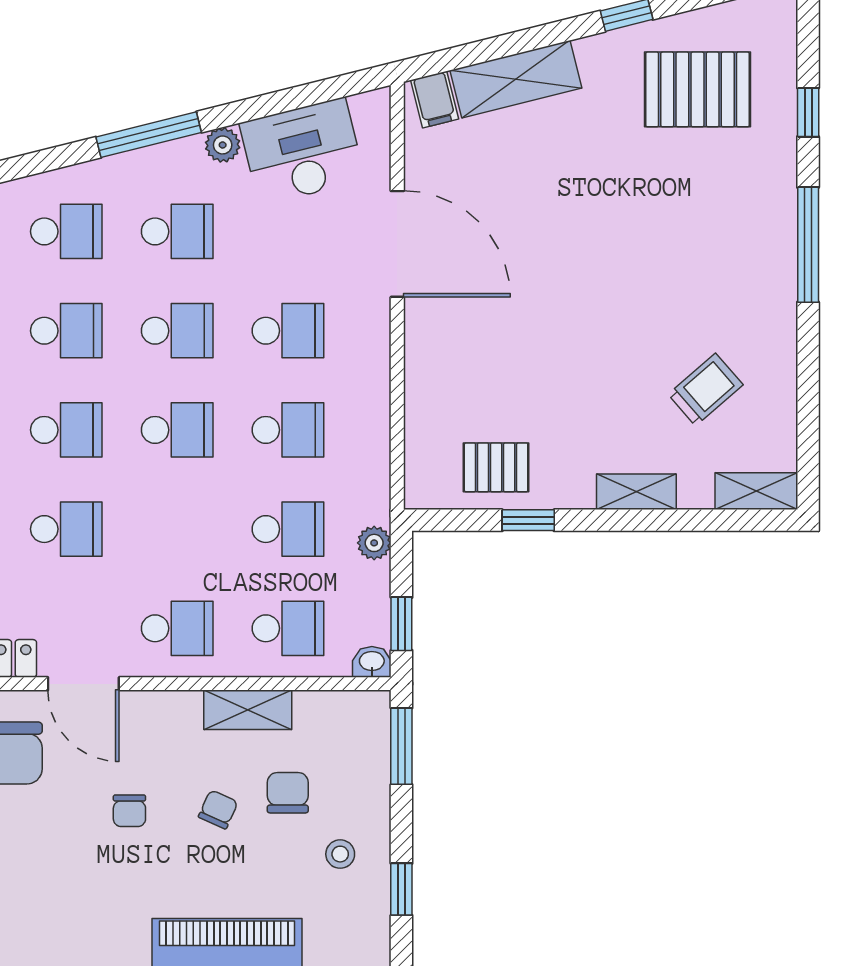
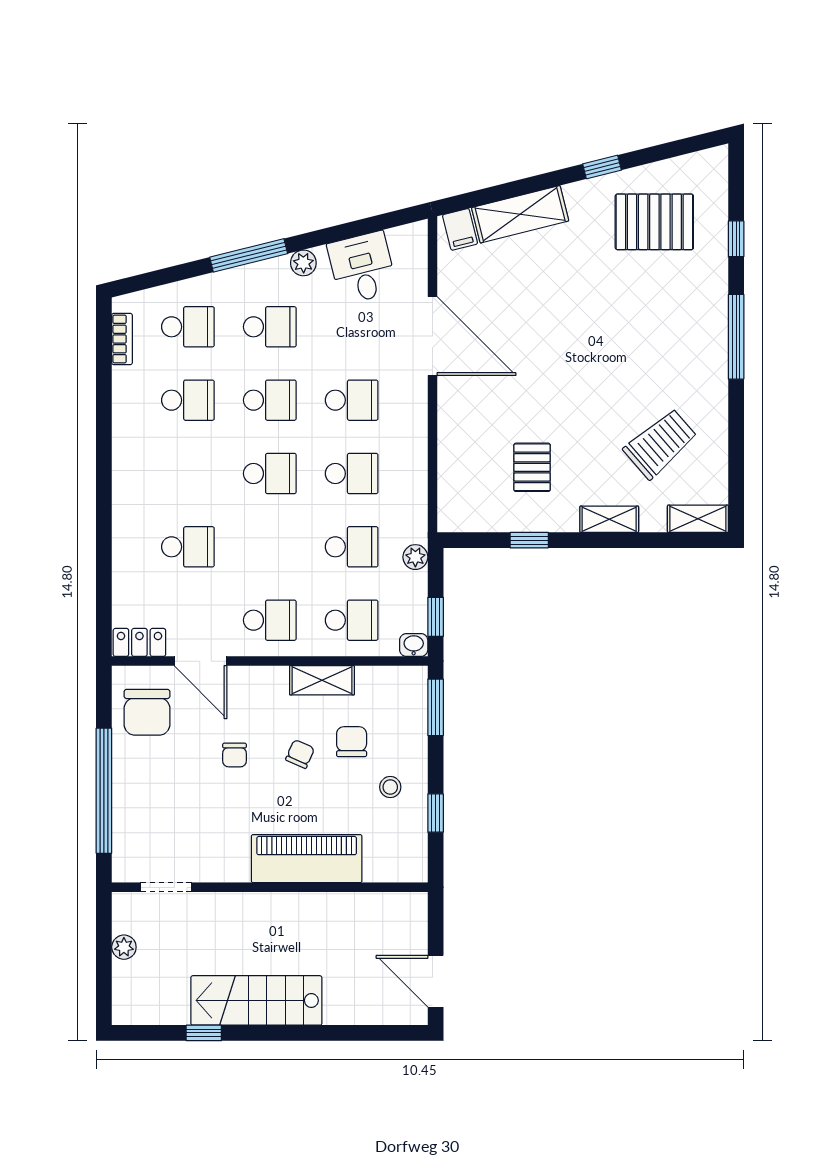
desk: (302, 152) -> (362, 268), width x0.73
trolley: (706, 390) -> (660, 444), width x1.36, depth x1.39
school desk: (66, 430) -> (188, 473), removed
pallet: (496, 467) -> (532, 467), moved, turned 90

